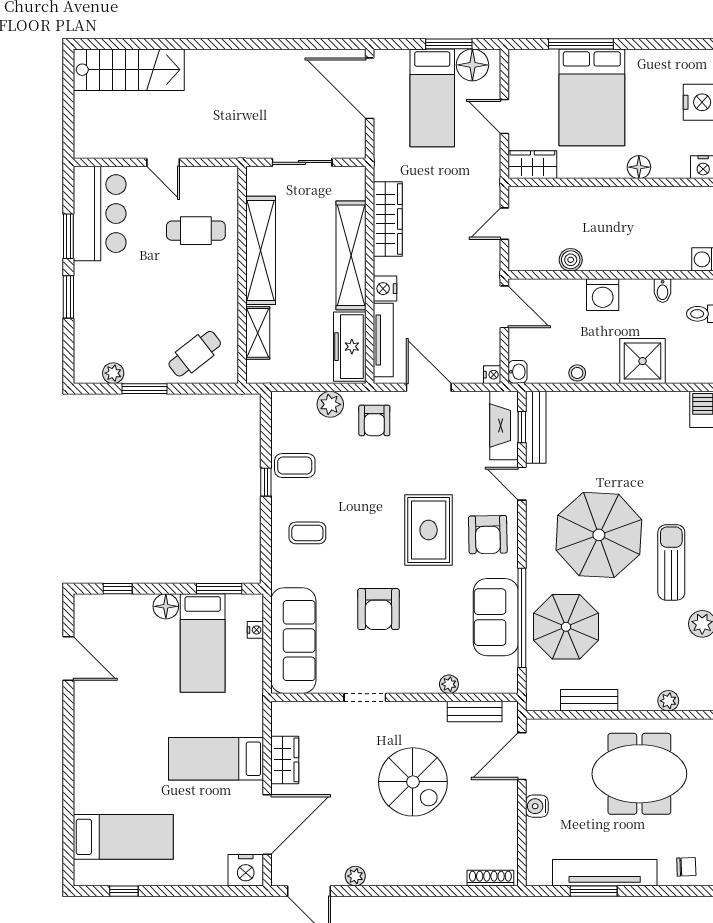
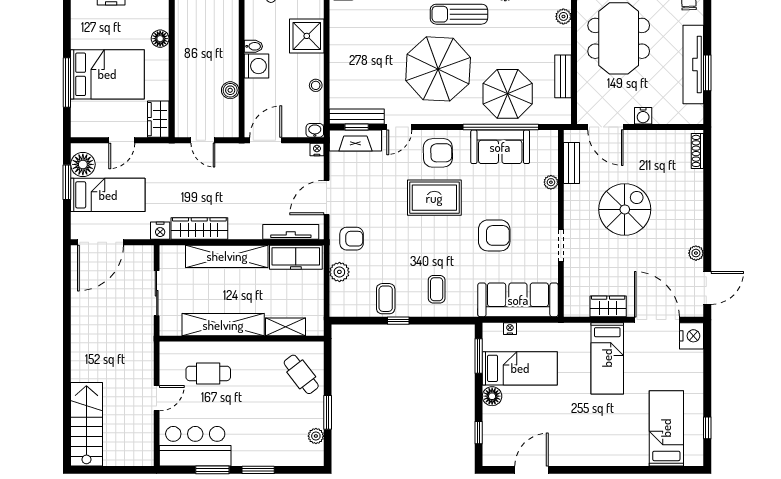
cafe table: (196, 231) -> (208, 373), turned 90
nightstand: (385, 289) -> (160, 231), moved
bidet: (663, 291) -> (253, 46), moved

